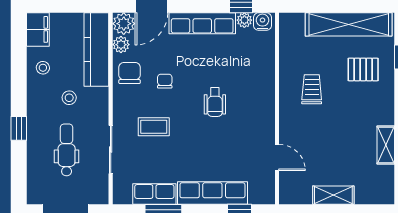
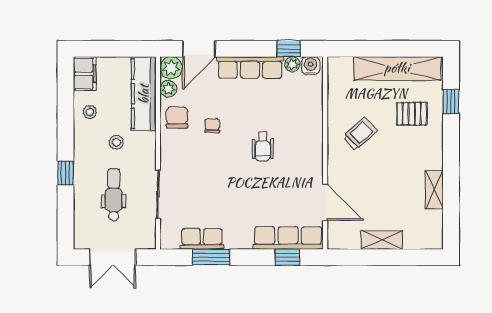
trolley: (312, 89) -> (360, 134), turned 47
coffee table: (154, 127) -> (201, 171), removed
door: (277, 158) -> (325, 202), width x1.38
row of seats: (212, 193) -> (288, 238), moved

